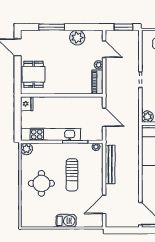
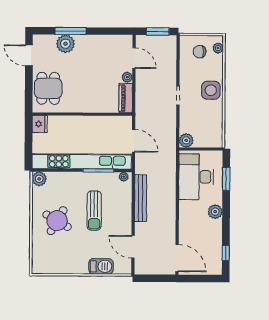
plant: (77, 38) -> (65, 44), moved
kitchen unit: (50, 134) -> (82, 161), width x1.36
round table: (41, 183) -> (57, 221), turned 30
door: (104, 205) -> (133, 247), hinge flipped
barbecue: (66, 221) -> (101, 266), moved

